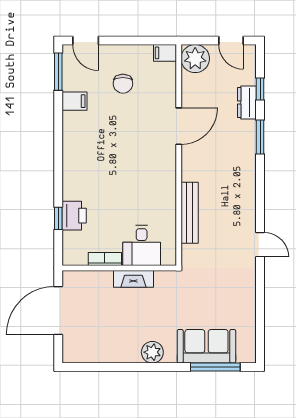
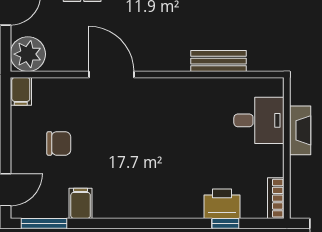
bench: (190, 213) -> (218, 61), width x0.73
bookcase: (105, 259) -> (276, 198), moved

